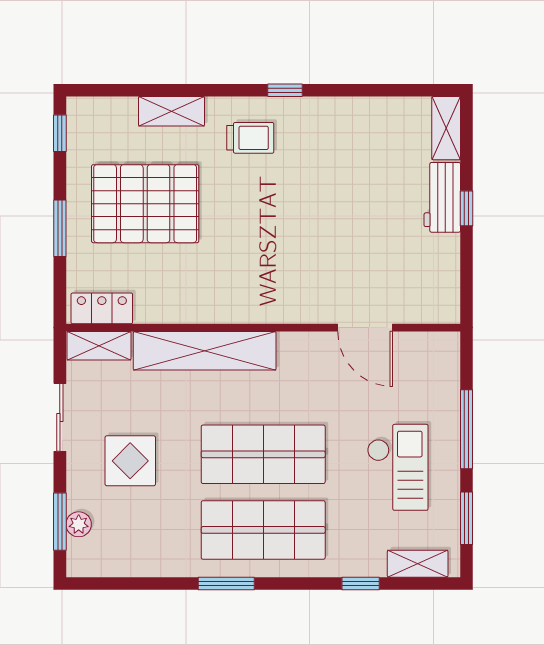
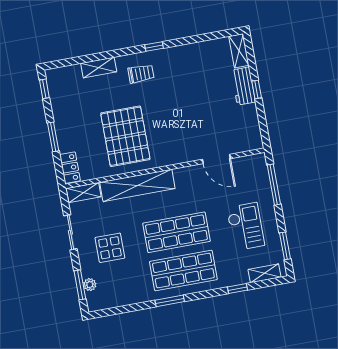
pallet: (145, 204) -> (125, 136), moved, turned 90
locker: (102, 308) -> (70, 168), moved, turned 90
window: (467, 429) -> (274, 185), moved

